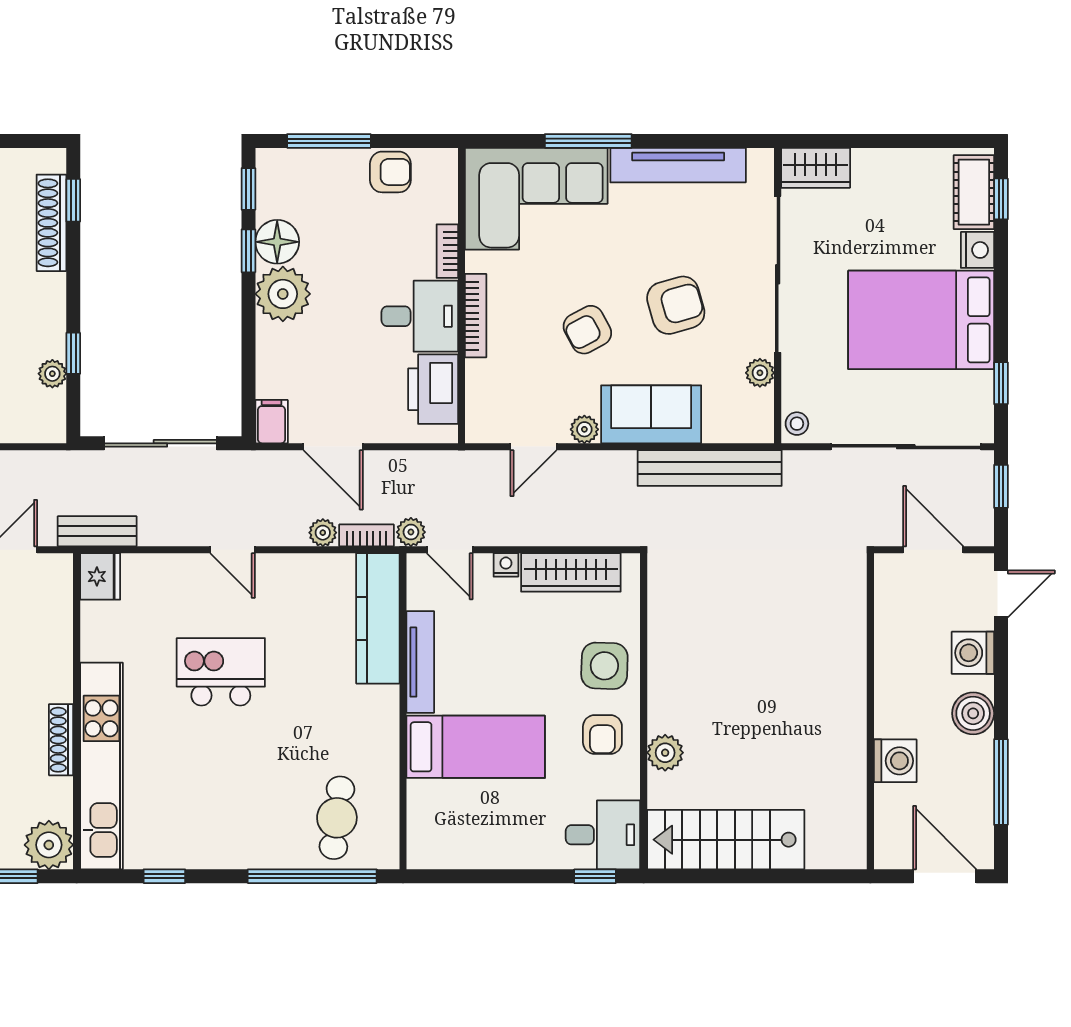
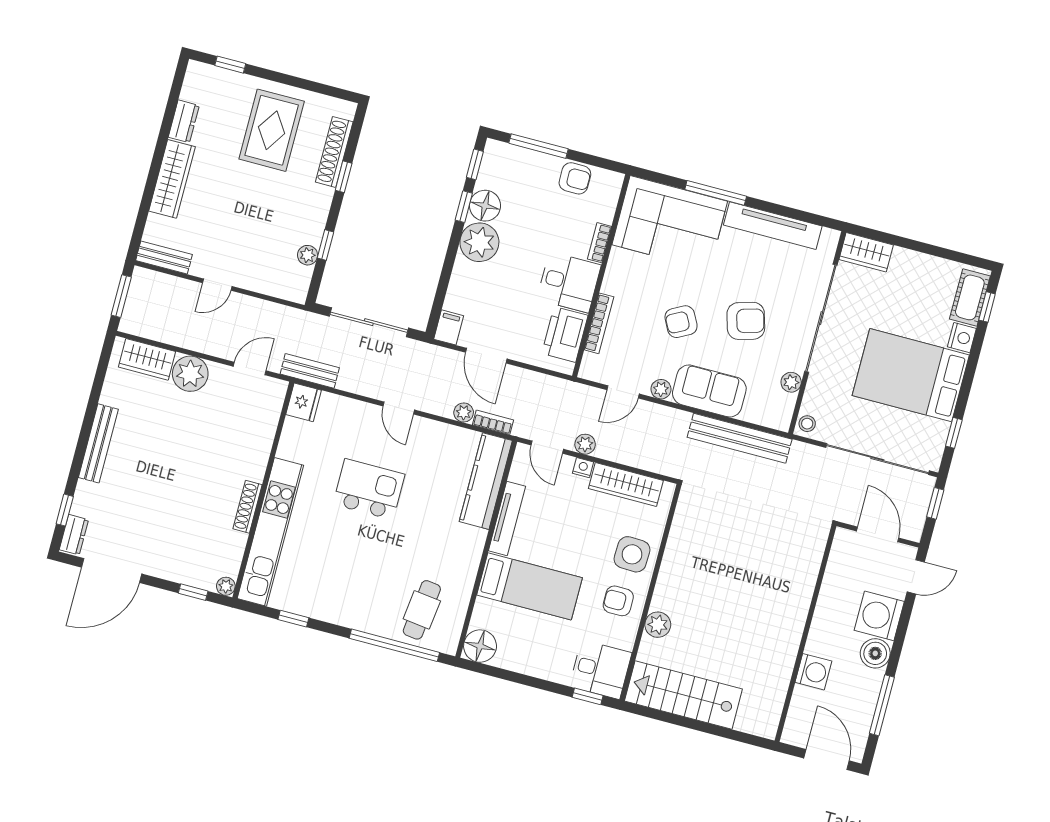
window: (73, 200) -> (344, 177), moved
bookcase: (476, 316) -> (599, 323), moved
plant: (411, 532) -> (585, 444), moved
washing machine: (973, 653) -> (879, 616), width x1.37, depth x1.37
armchair: (602, 735) -> (618, 601), turned 90
plant: (49, 845) -> (226, 586), width x0.53, depth x0.53
floor lamp: (430, 846) -> (480, 646), added

